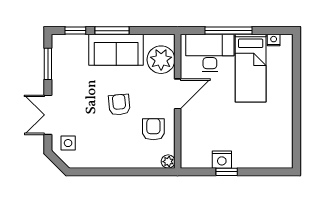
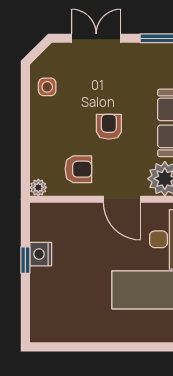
armchair: (119, 105) -> (109, 127), turned -85
side table: (68, 143) -> (47, 87), moved

